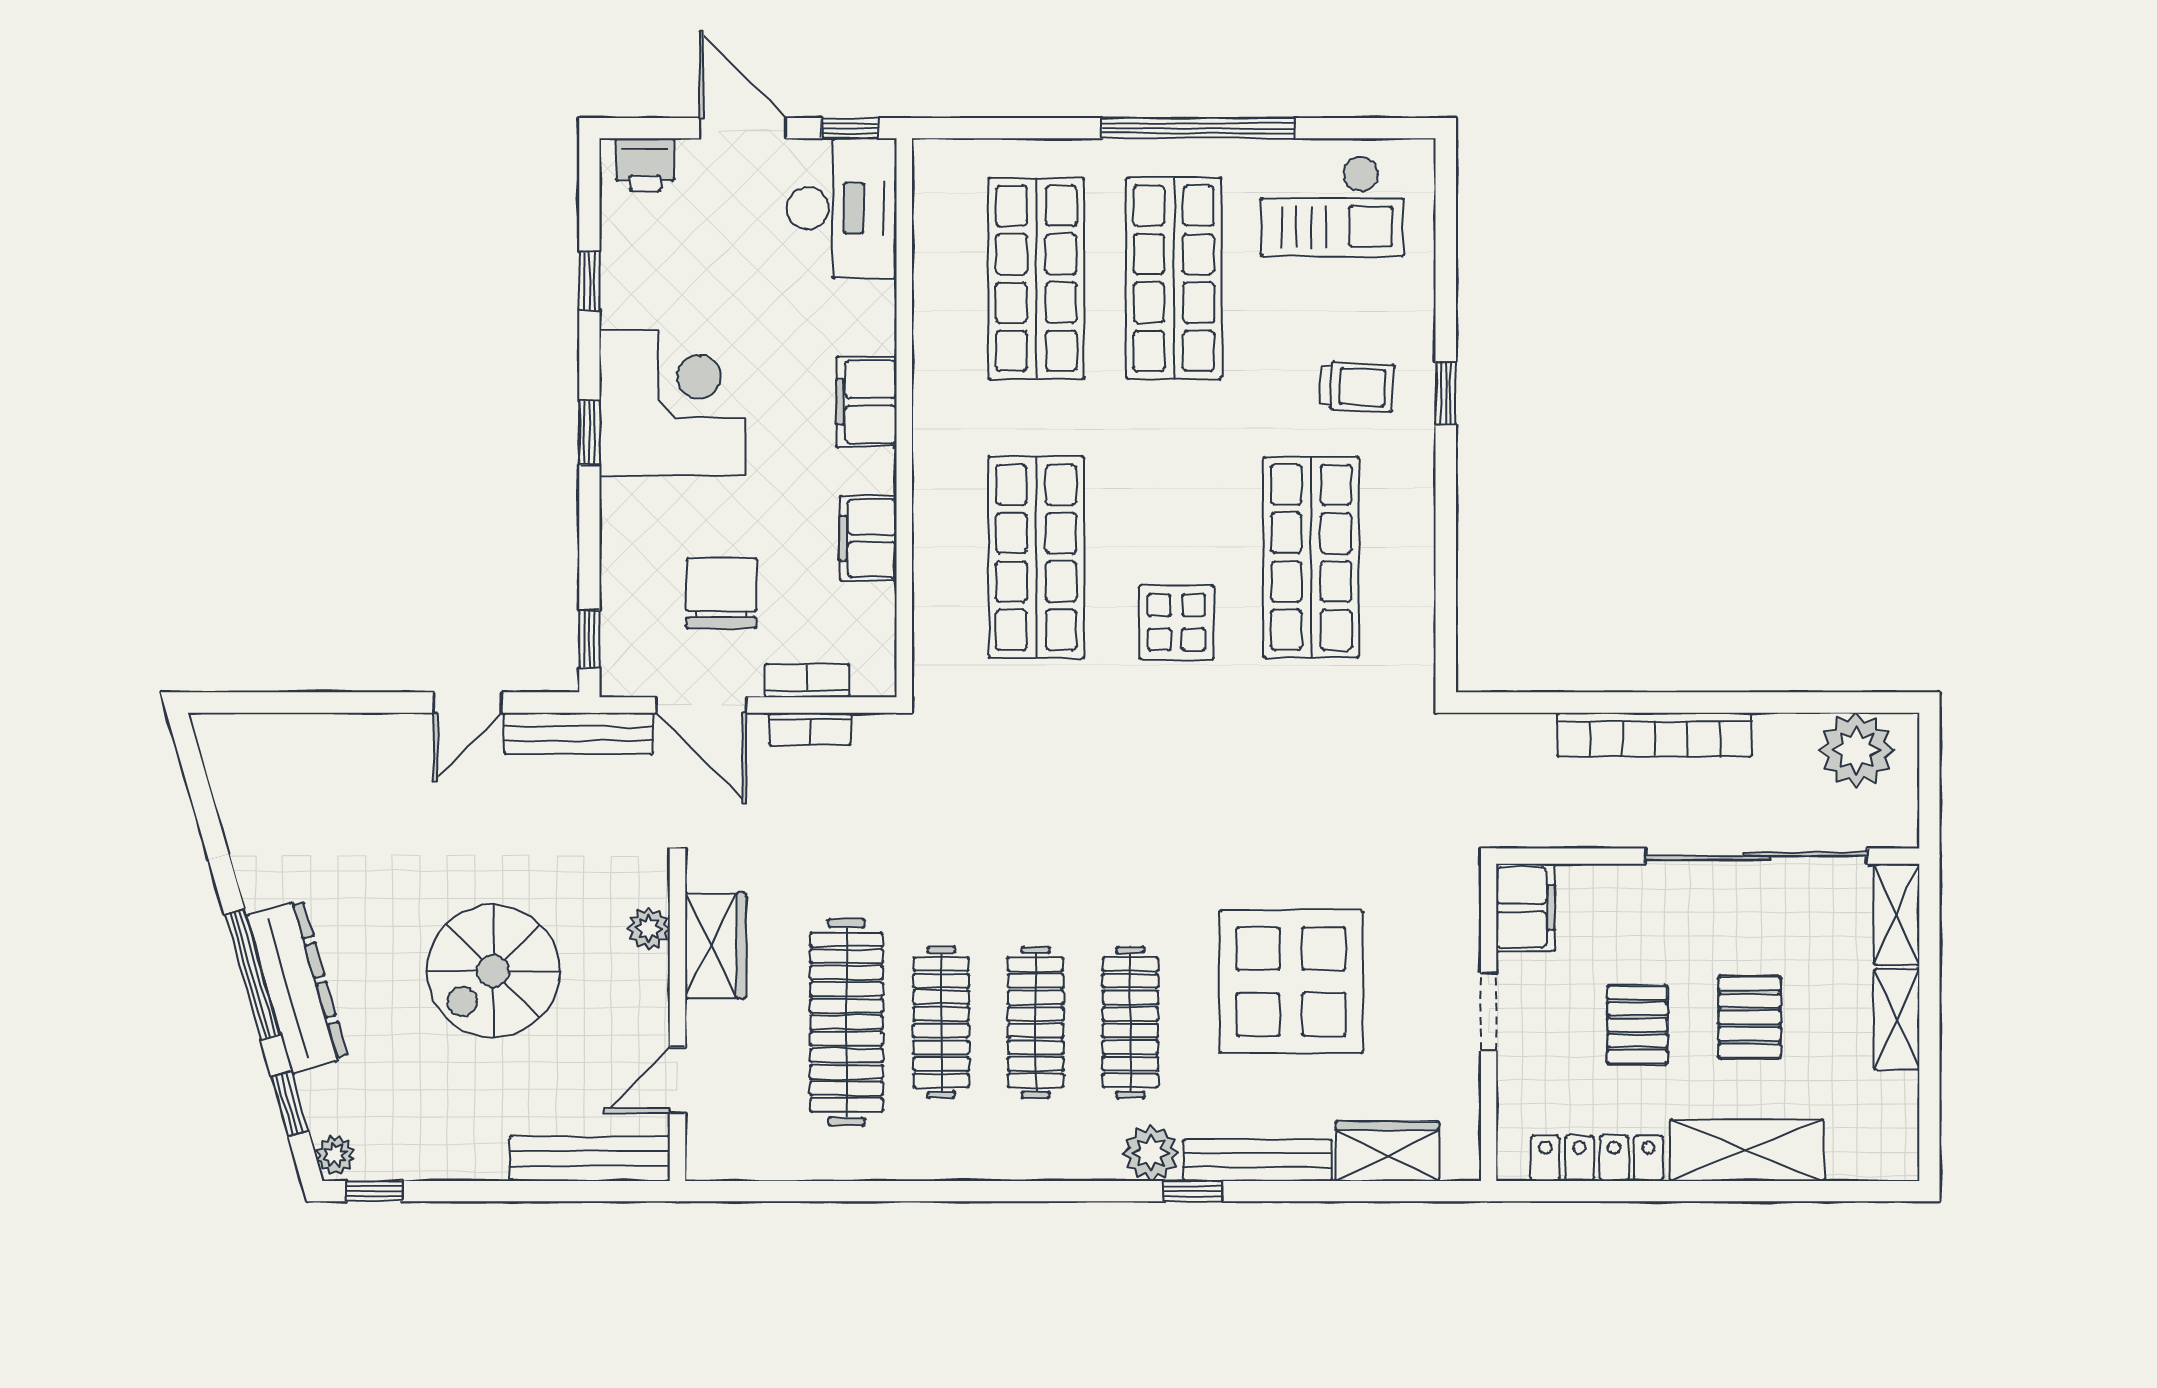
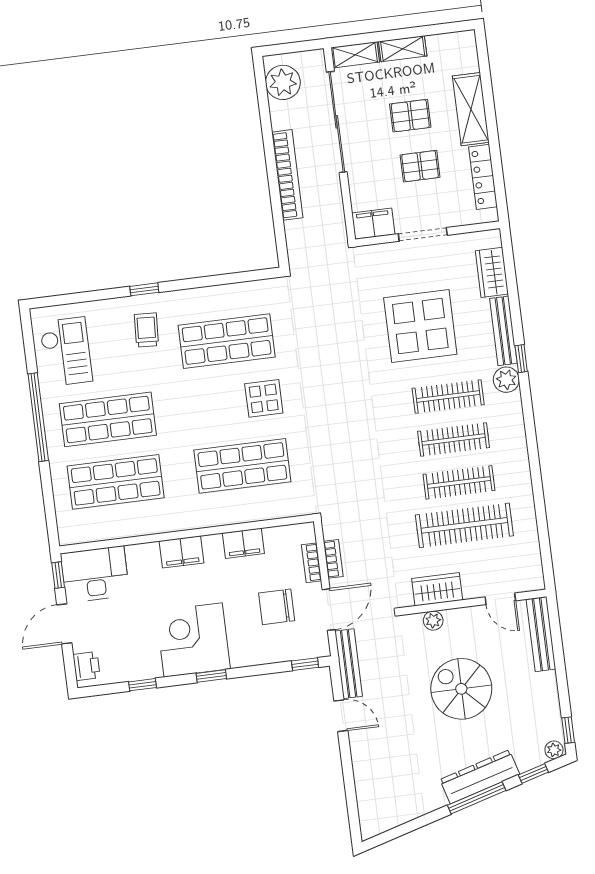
spiral stairs: (493, 971) -> (461, 689), turned 180
doorway: (1489, 1012) -> (423, 234), width x1.38

